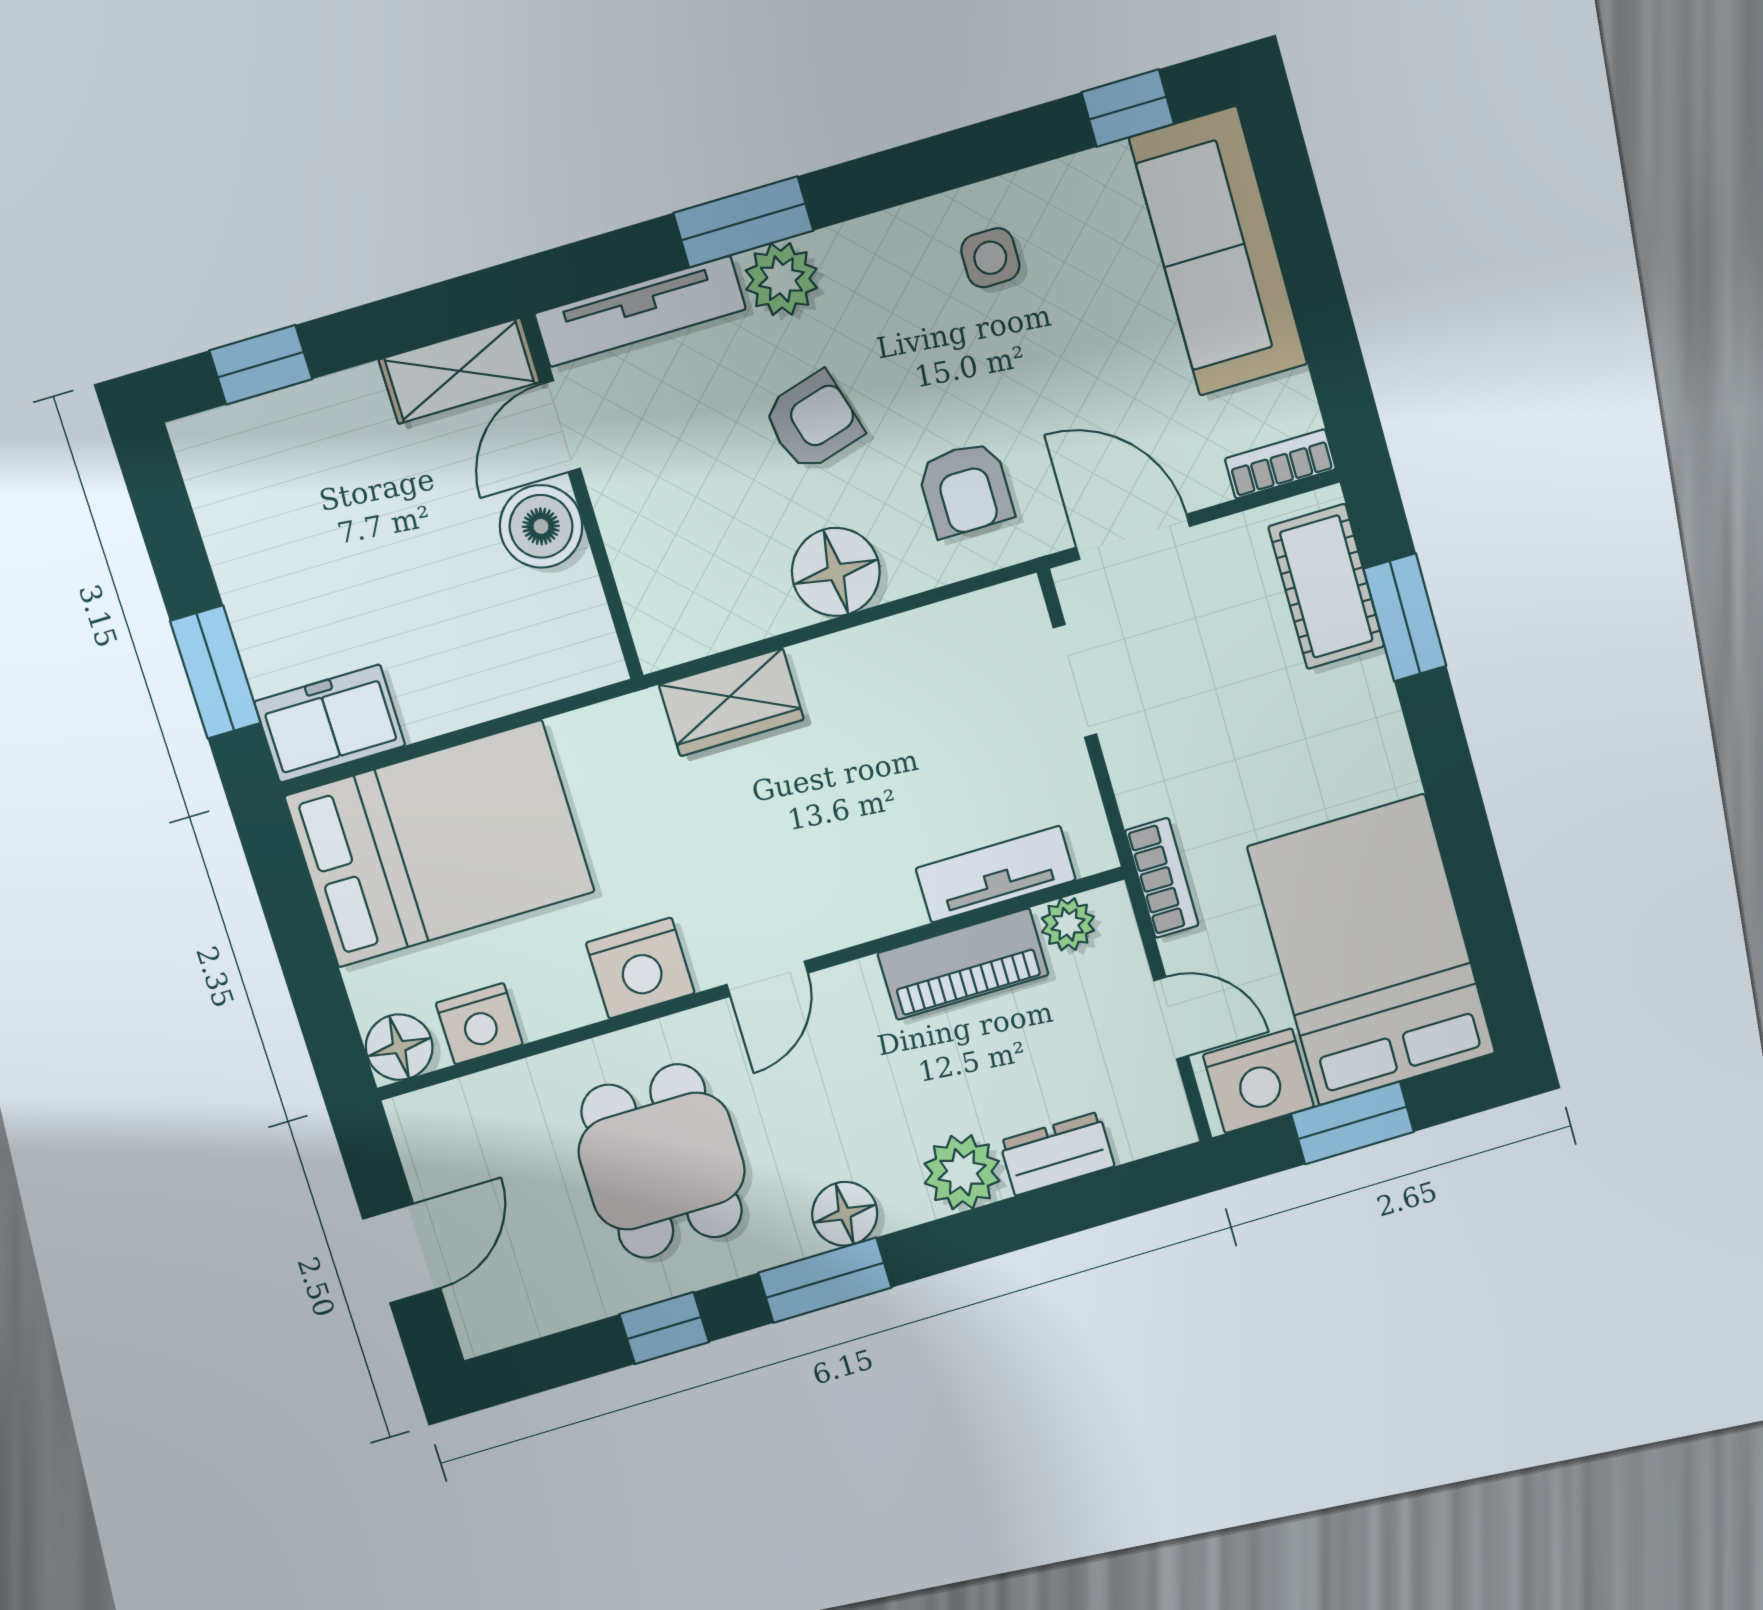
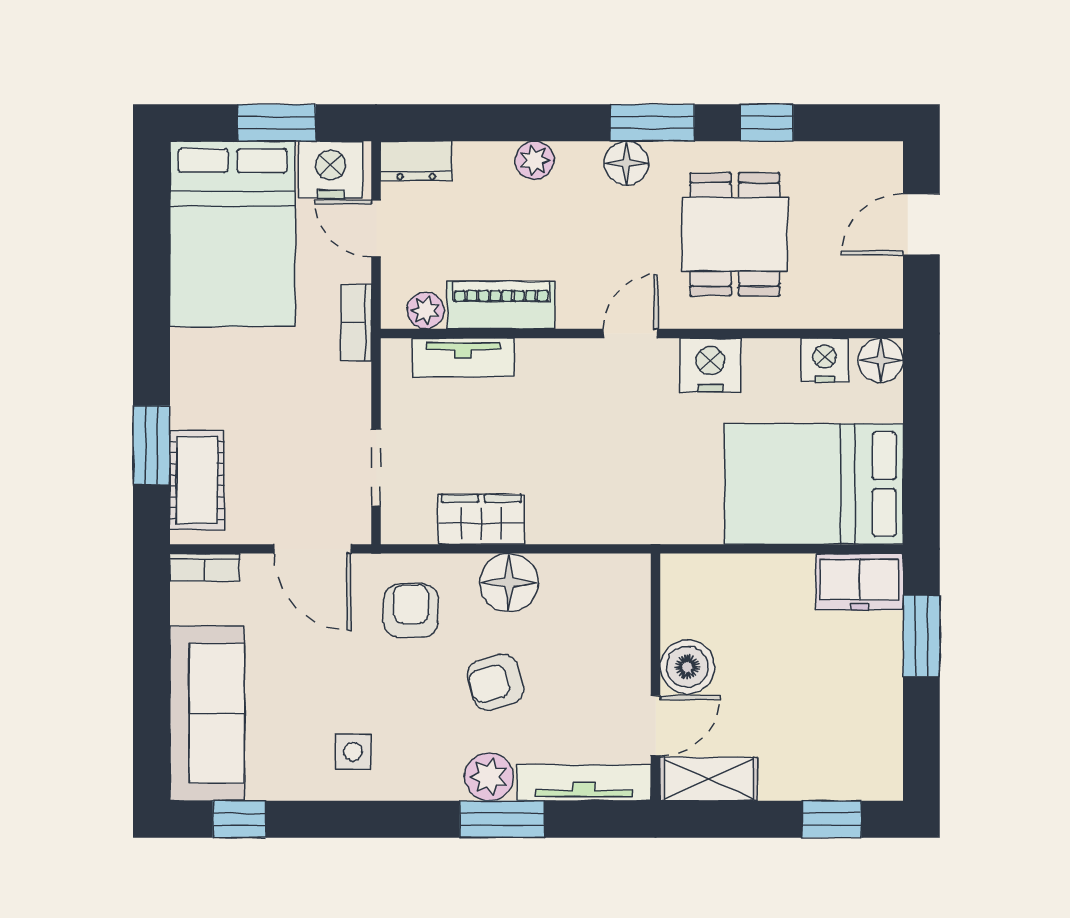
wardrobe: (731, 702) -> (481, 519), moved
dresser: (1057, 1154) -> (416, 161), moved
plant: (962, 1172) -> (535, 160), width x0.73, depth x0.73

